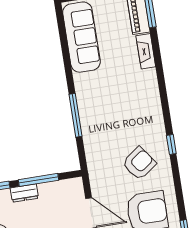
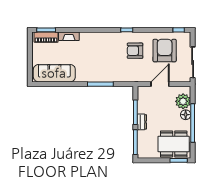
armchair: (139, 163) -> (135, 51), turned -54

